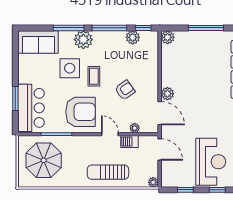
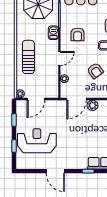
armchair: (80, 112) -> (78, 35), width x0.53, depth x0.53
barbecue: (129, 142) -> (53, 33), moved
door: (160, 149) -> (36, 99), moved
reception desk: (211, 162) -> (37, 141), turned 180

